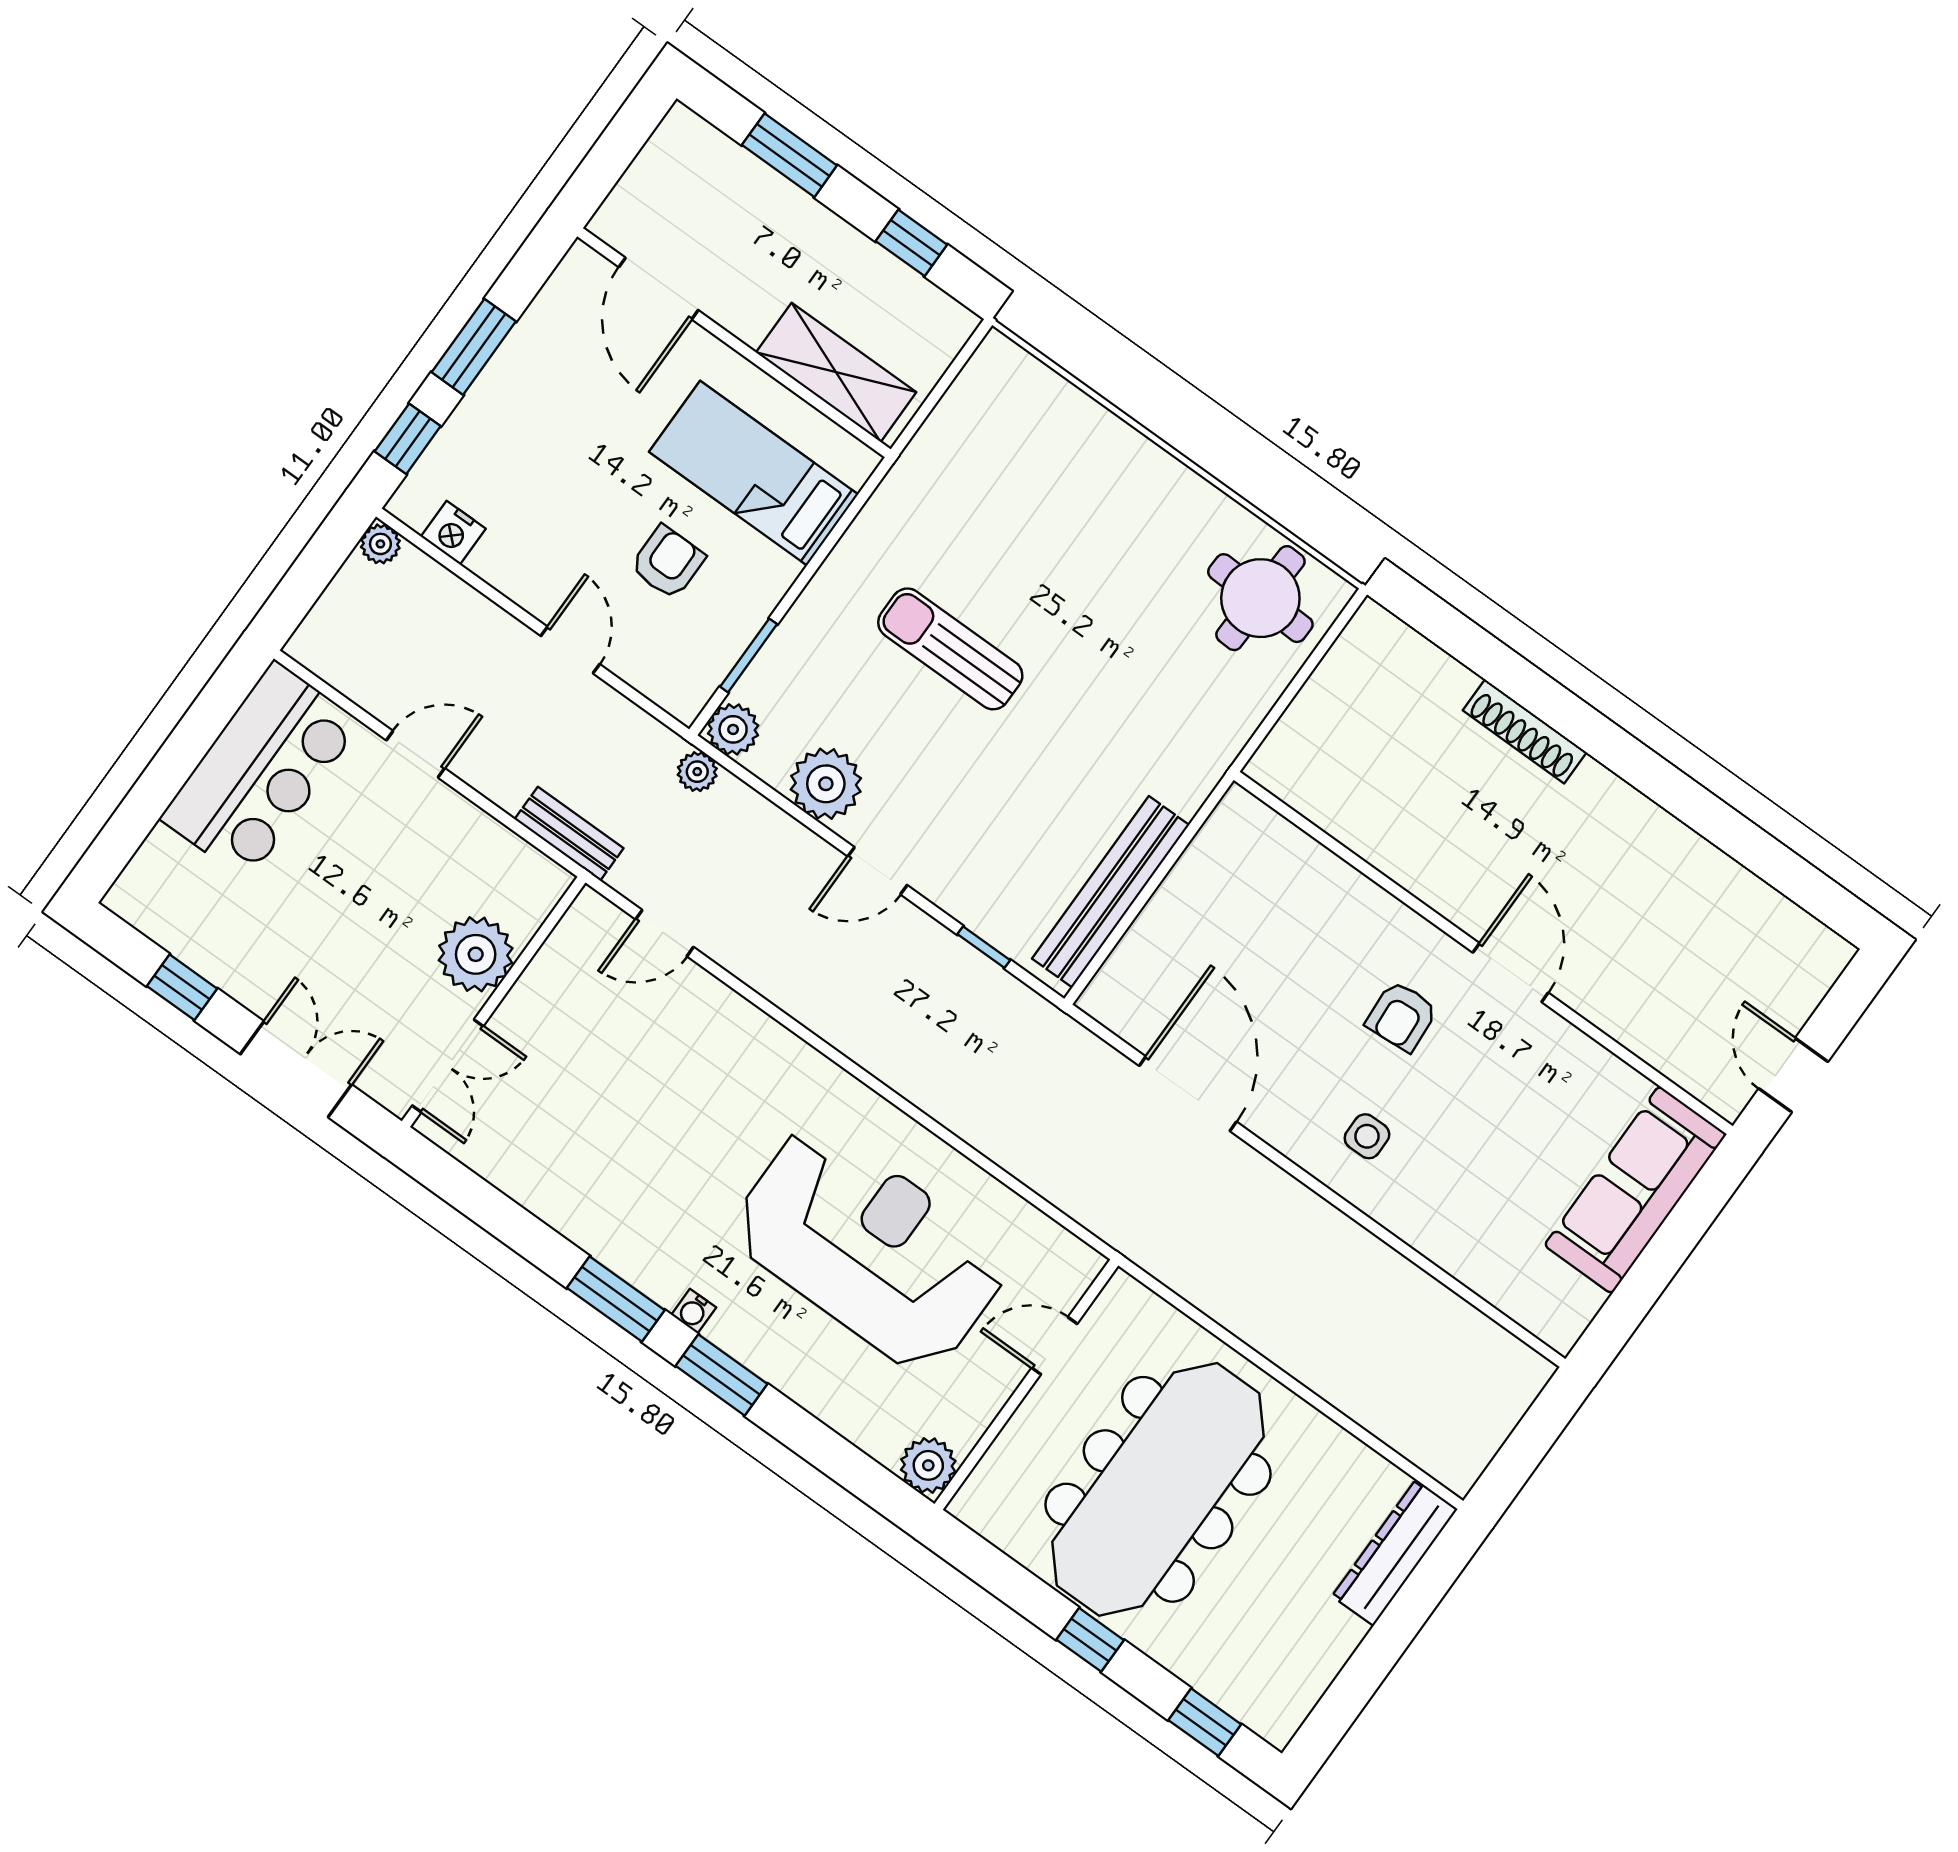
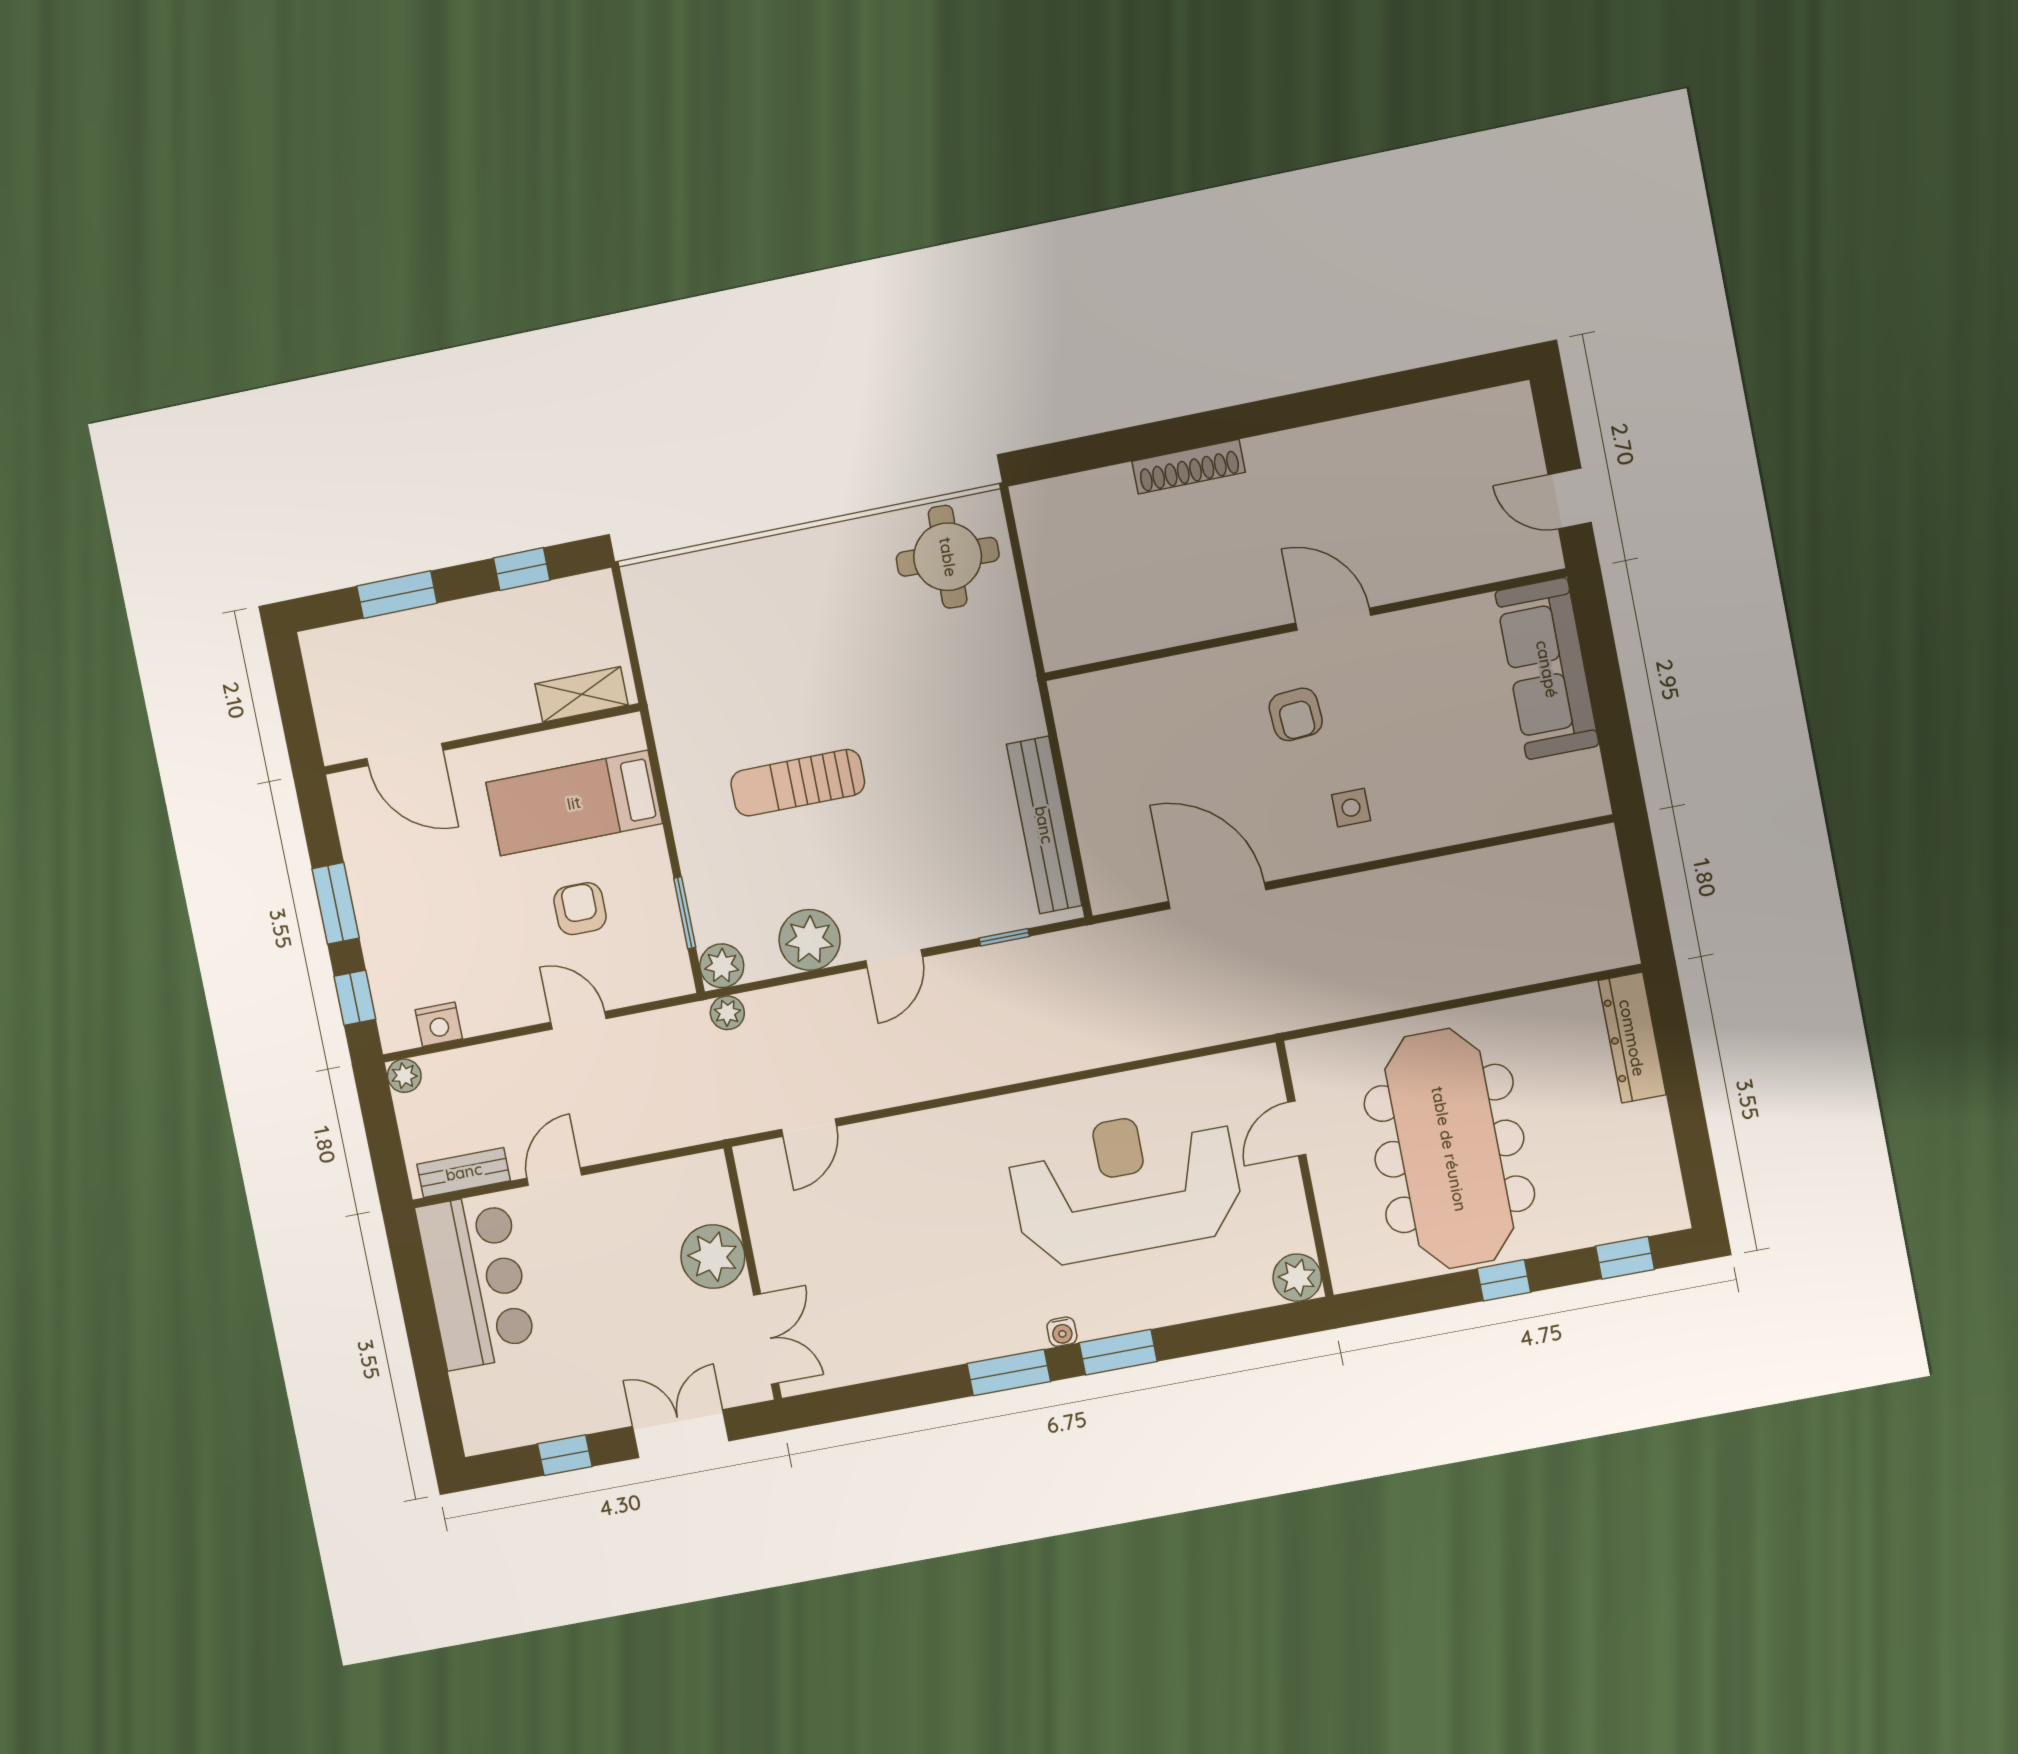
shelving: (836, 372) -> (581, 694), width x0.67, depth x0.75
bench: (569, 834) -> (464, 1172), moved

